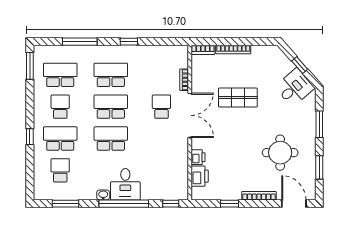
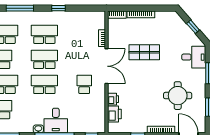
desk: (295, 88) -> (194, 57), moved, turned 41
school desk: (161, 107) -> (84, 84), moved

